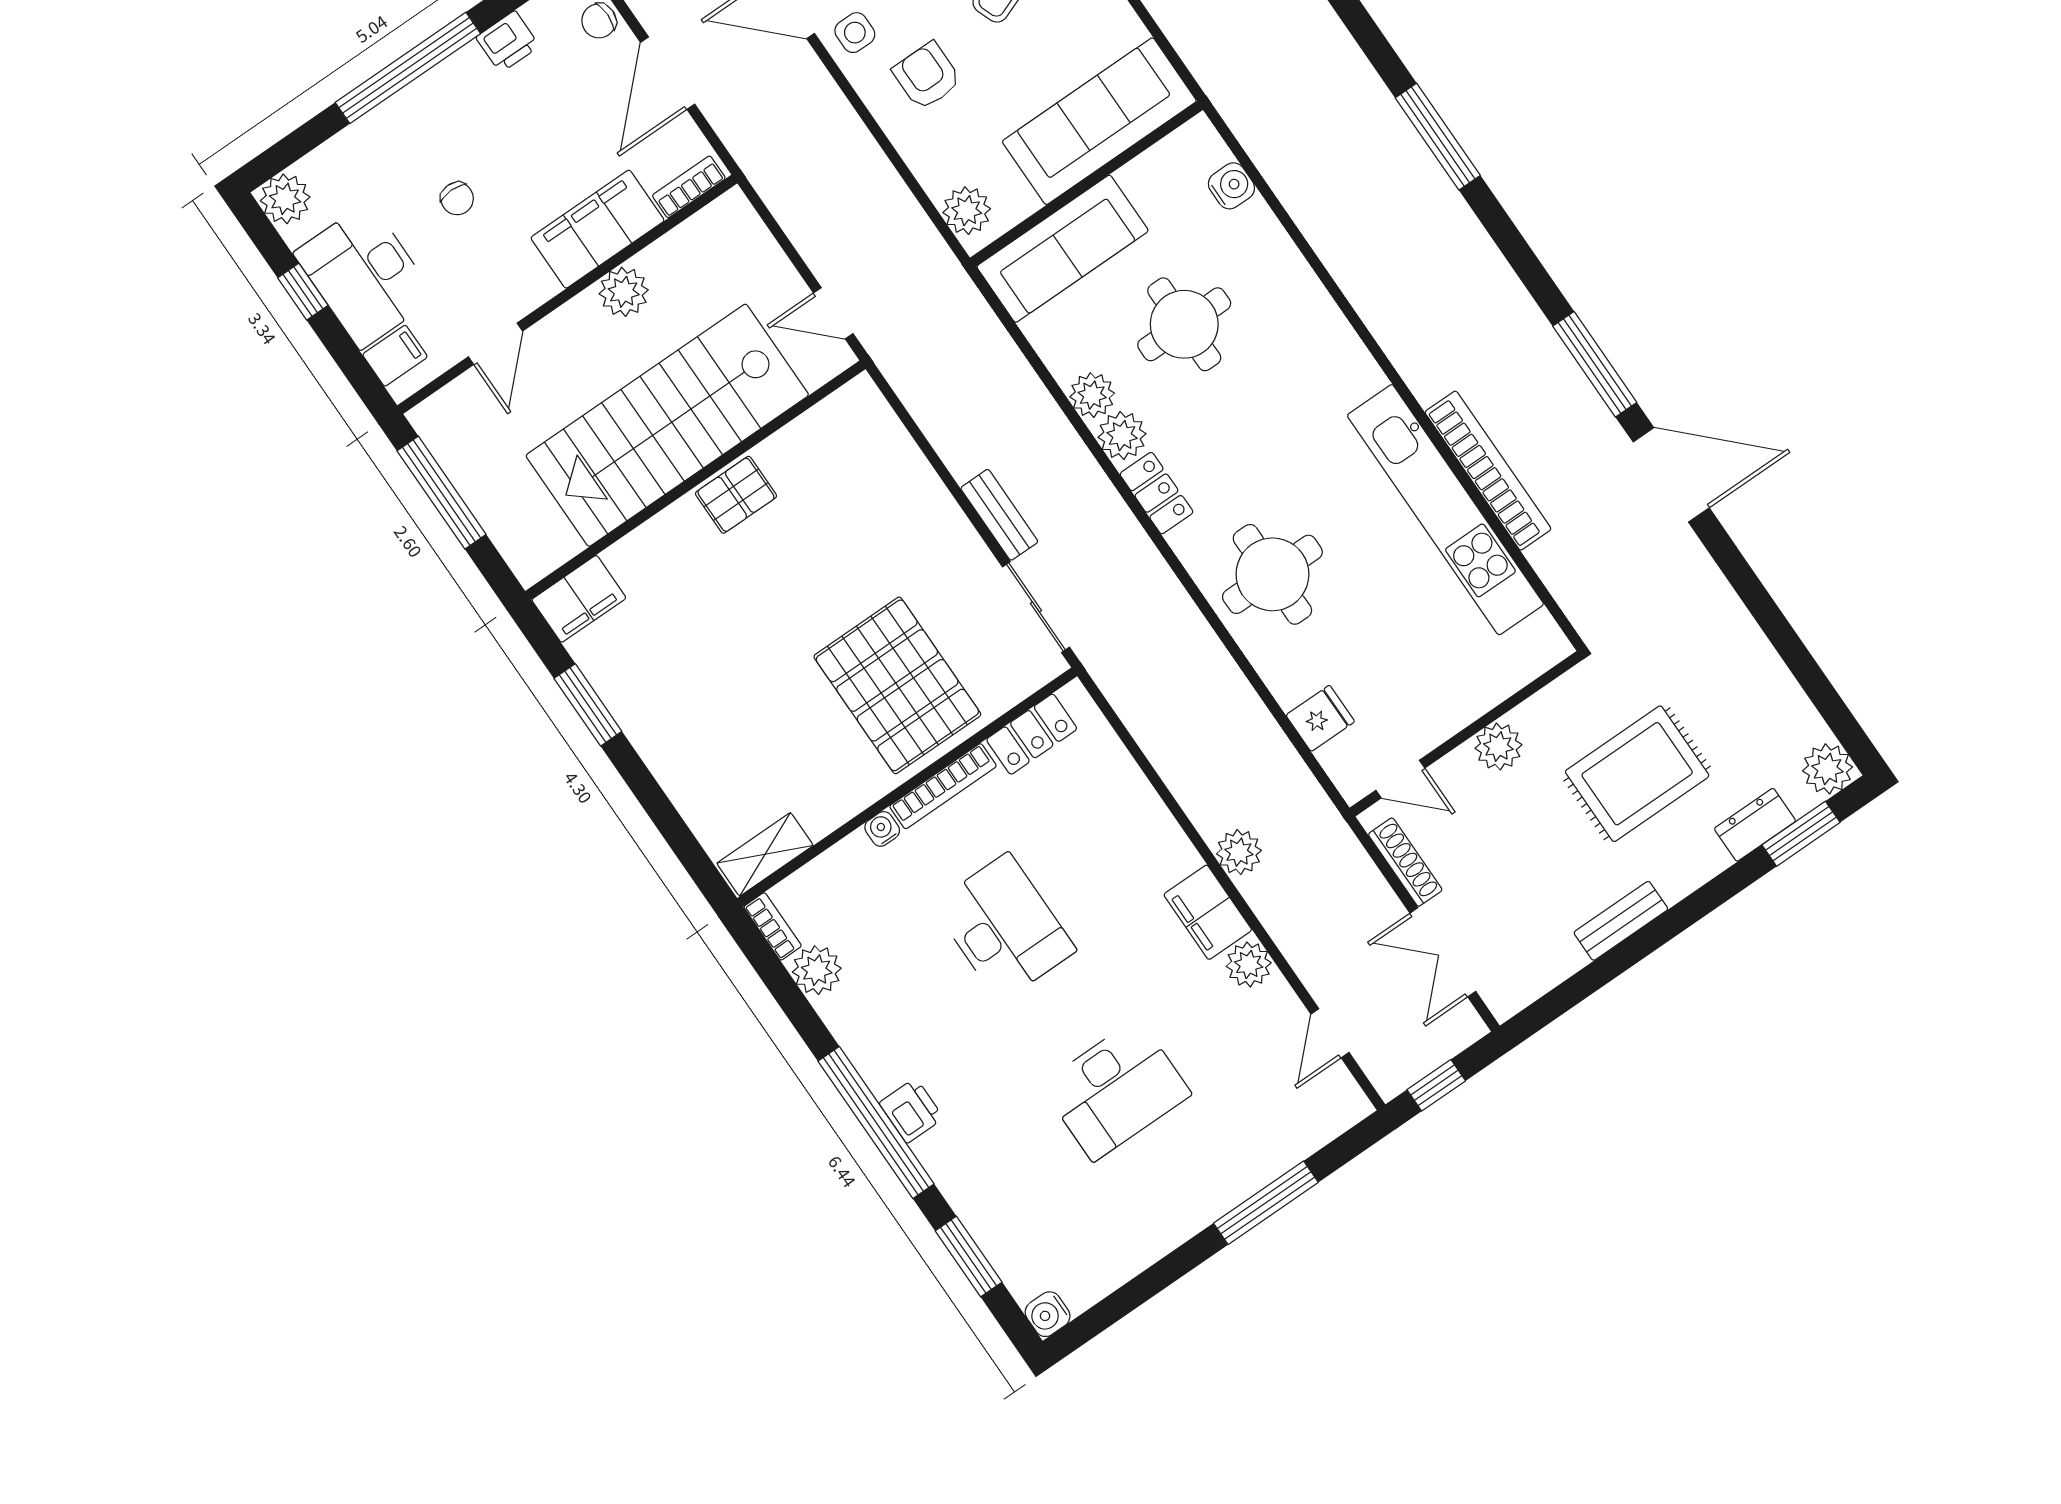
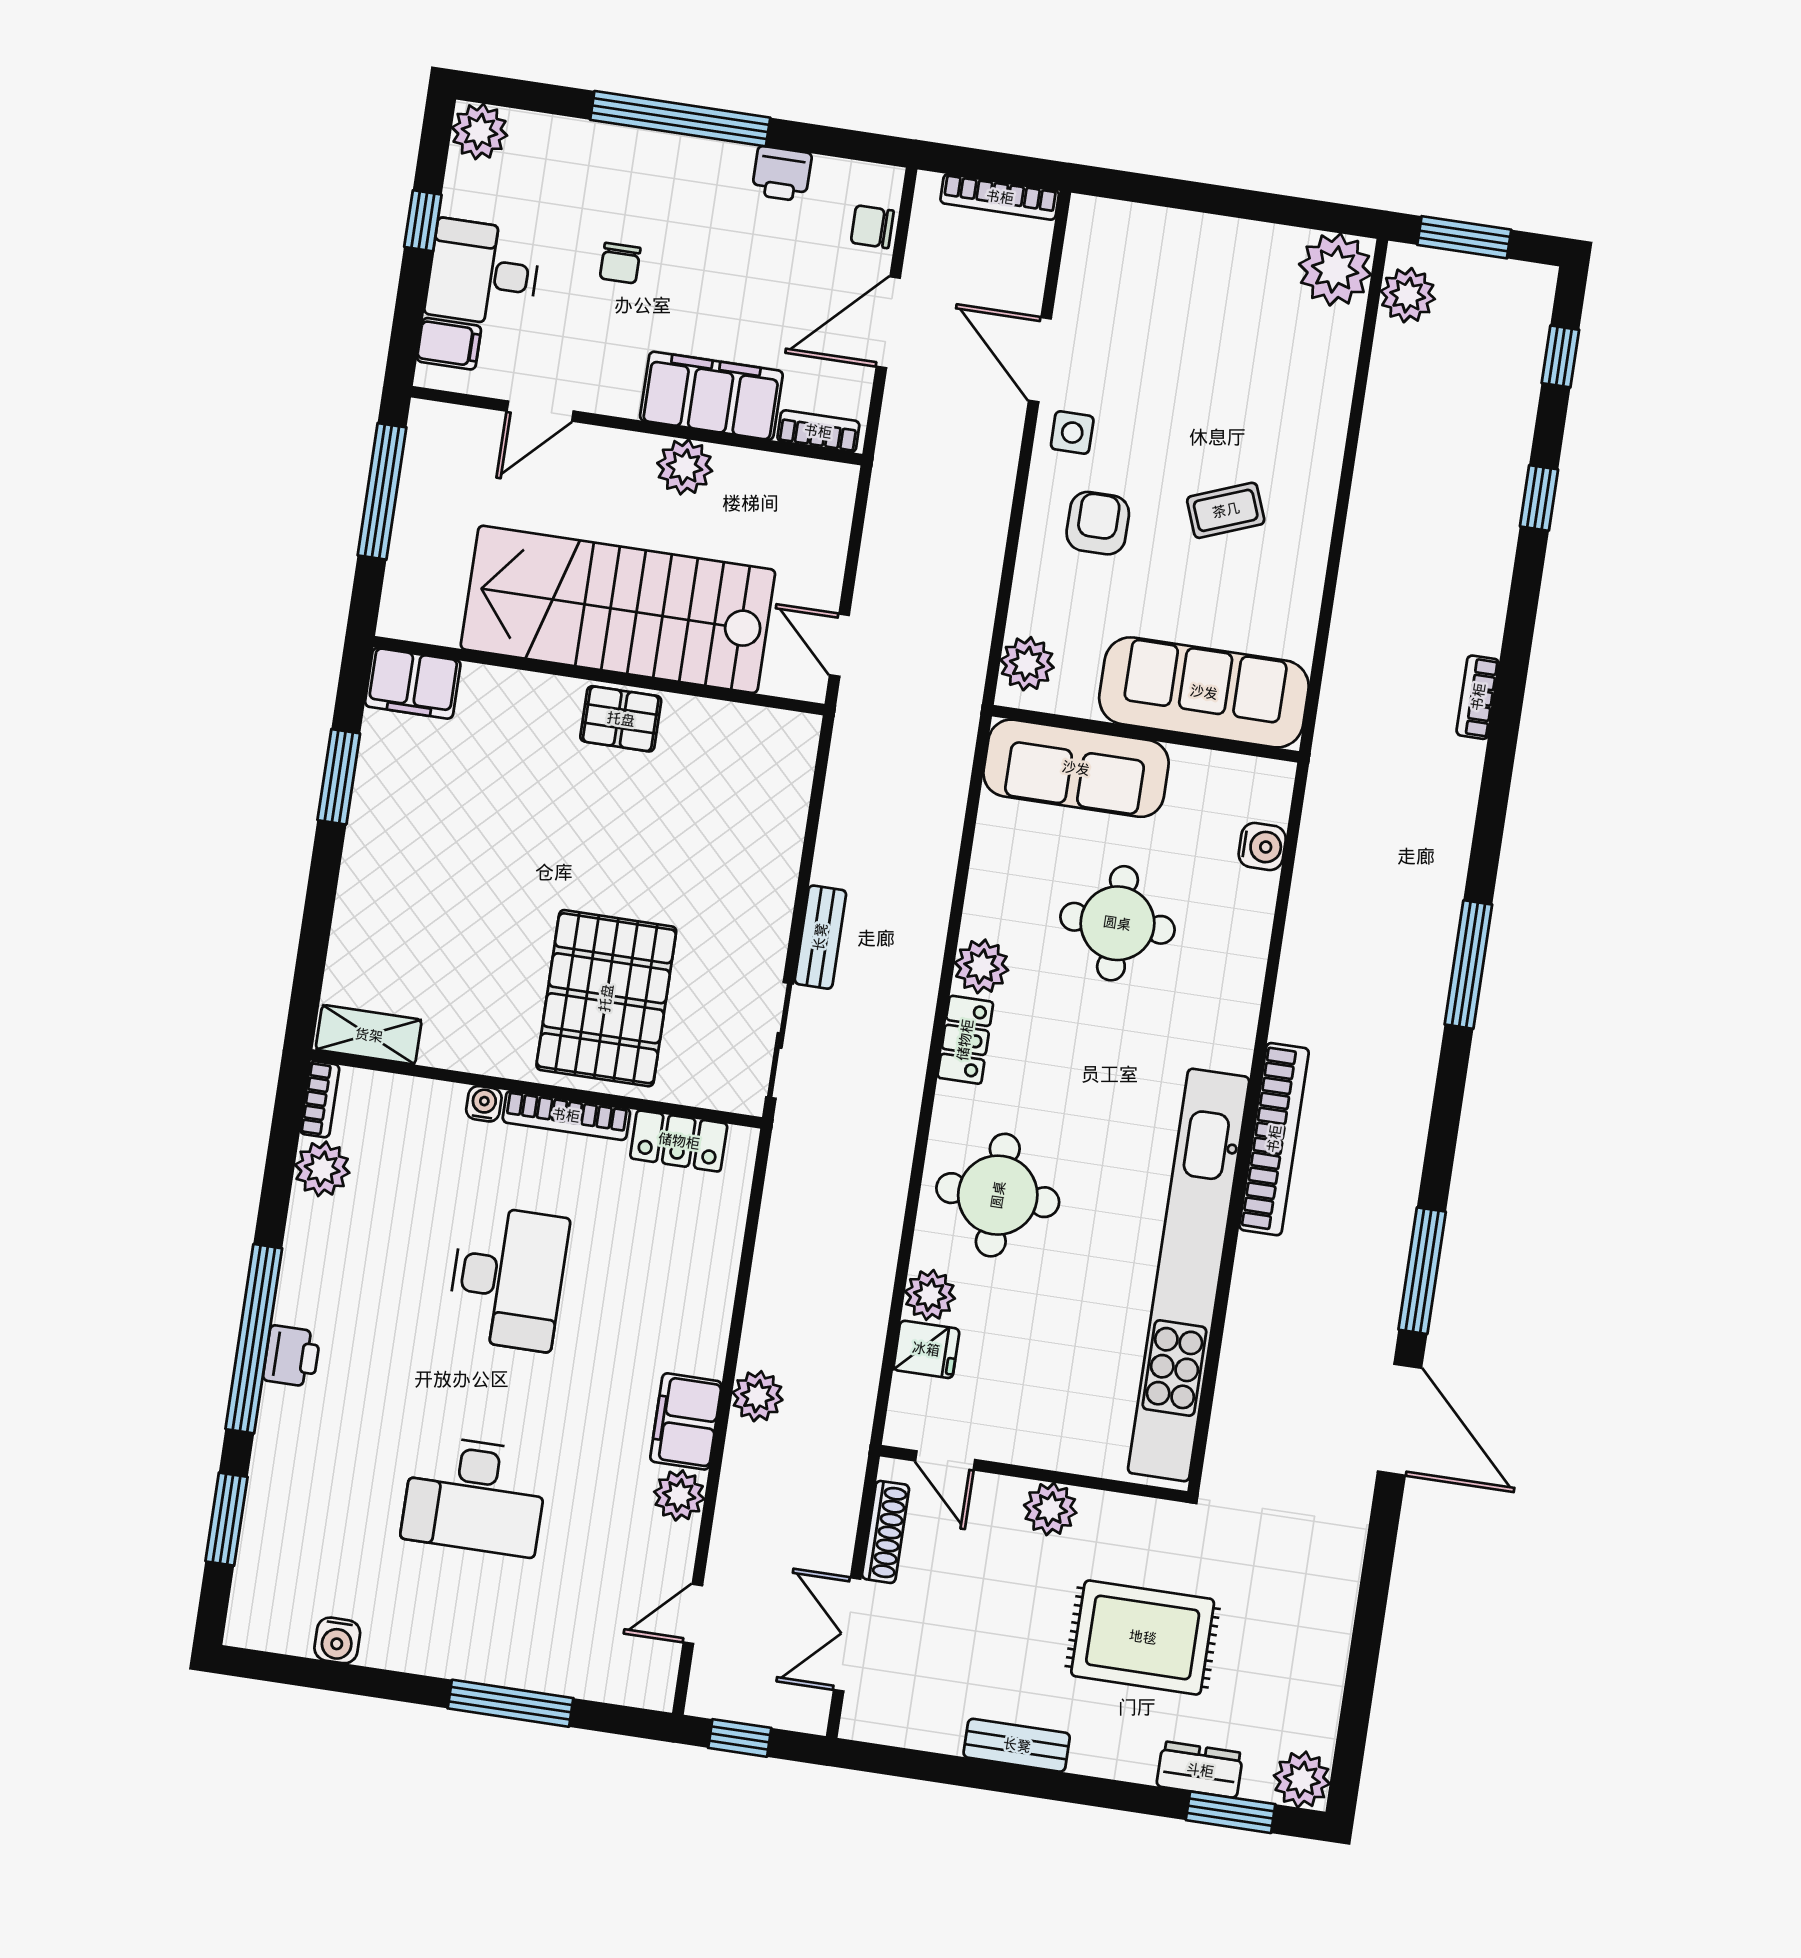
desk: (365, 275) -> (483, 273), width x0.73
plant: (1092, 395) -> (930, 1295), moved
bookcase: (1488, 471) -> (1274, 1139), moved
kitchen unit: (1445, 510) -> (1189, 1275), width x1.36
water cooler: (1048, 1314) -> (337, 1640), moved, turned -90

